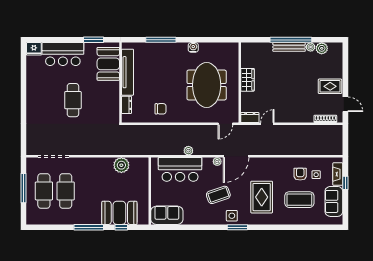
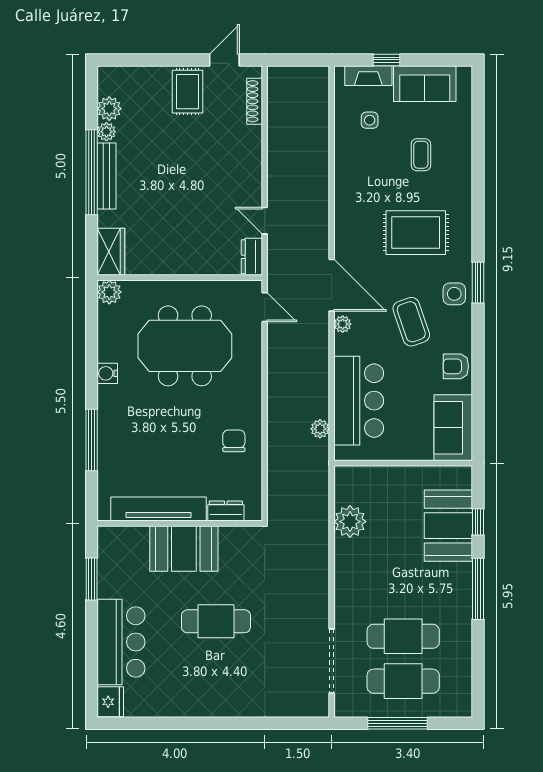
plant: (233, 48) -> (109, 292), added
booth: (108, 64) -> (184, 548), moved
wardrobe: (247, 80) -> (111, 252), moved, turned 90
plant: (188, 151) -> (320, 429), moved
armchair: (300, 174) -> (456, 366), moved
coffee table: (299, 200) -> (421, 155), width x0.54, depth x0.58

